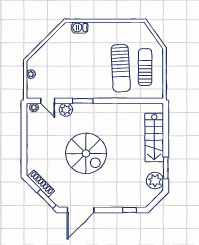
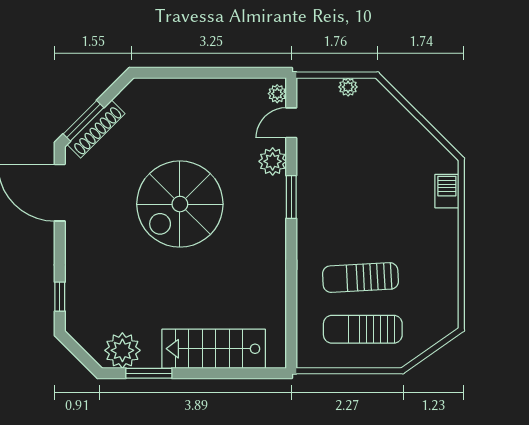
sun lounger: (145, 67) -> (363, 329), turned 180
sun lounger: (121, 68) -> (360, 278), width x0.73, depth x0.75
shoe rack: (41, 183) -> (96, 129), moved

